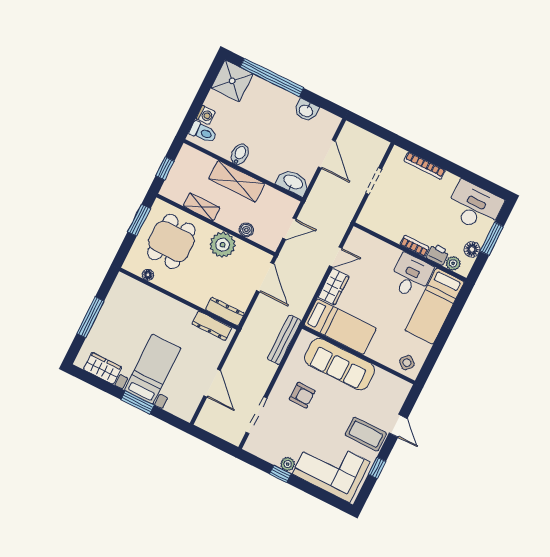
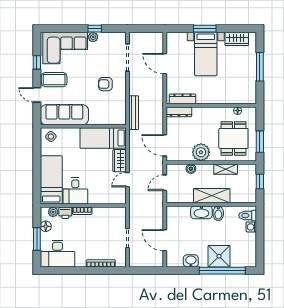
shower: (232, 81) -> (219, 256), moved
washbasin: (293, 182) -> (201, 212), moved
sofa: (340, 364) -> (64, 115), moved

